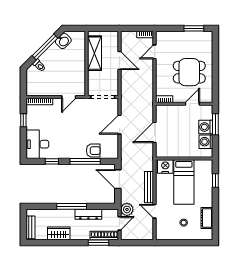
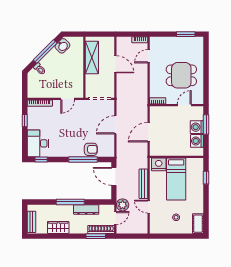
window: (52, 161) -> (41, 159), moved
cot: (207, 218) -> (198, 224), moved

